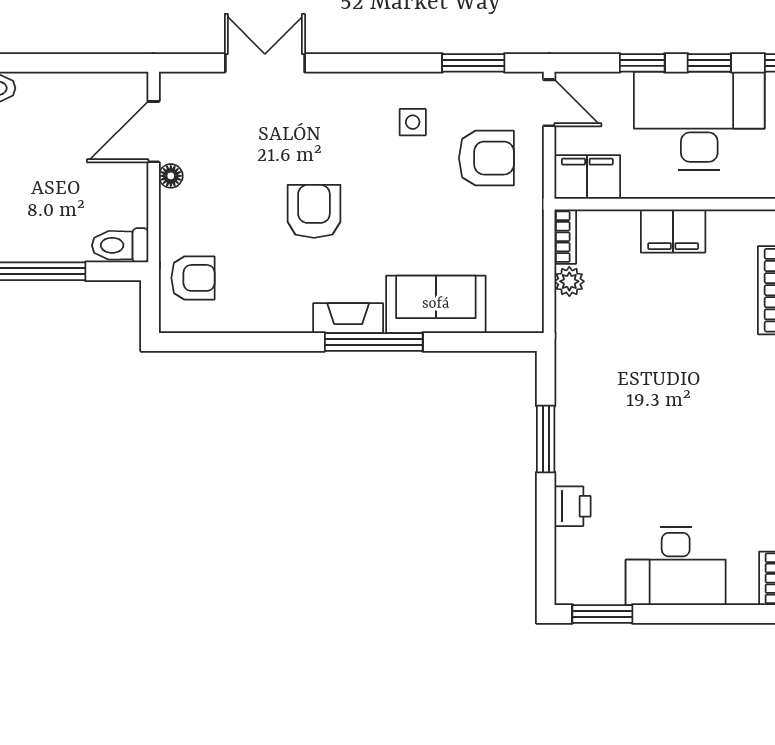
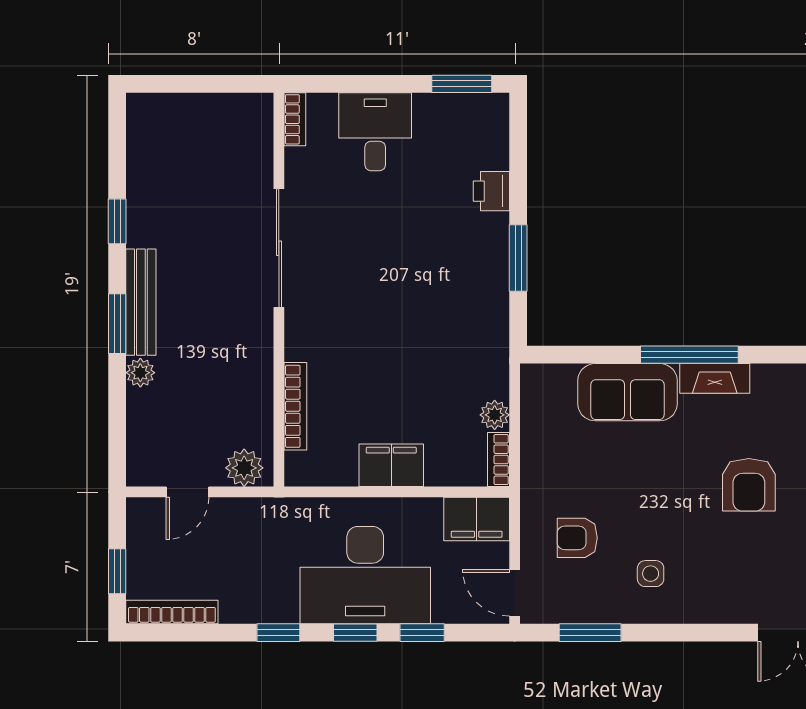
armchair: (486, 158) -> (577, 538), width x0.72, depth x0.72
desk: (676, 566) -> (375, 132), width x0.73

